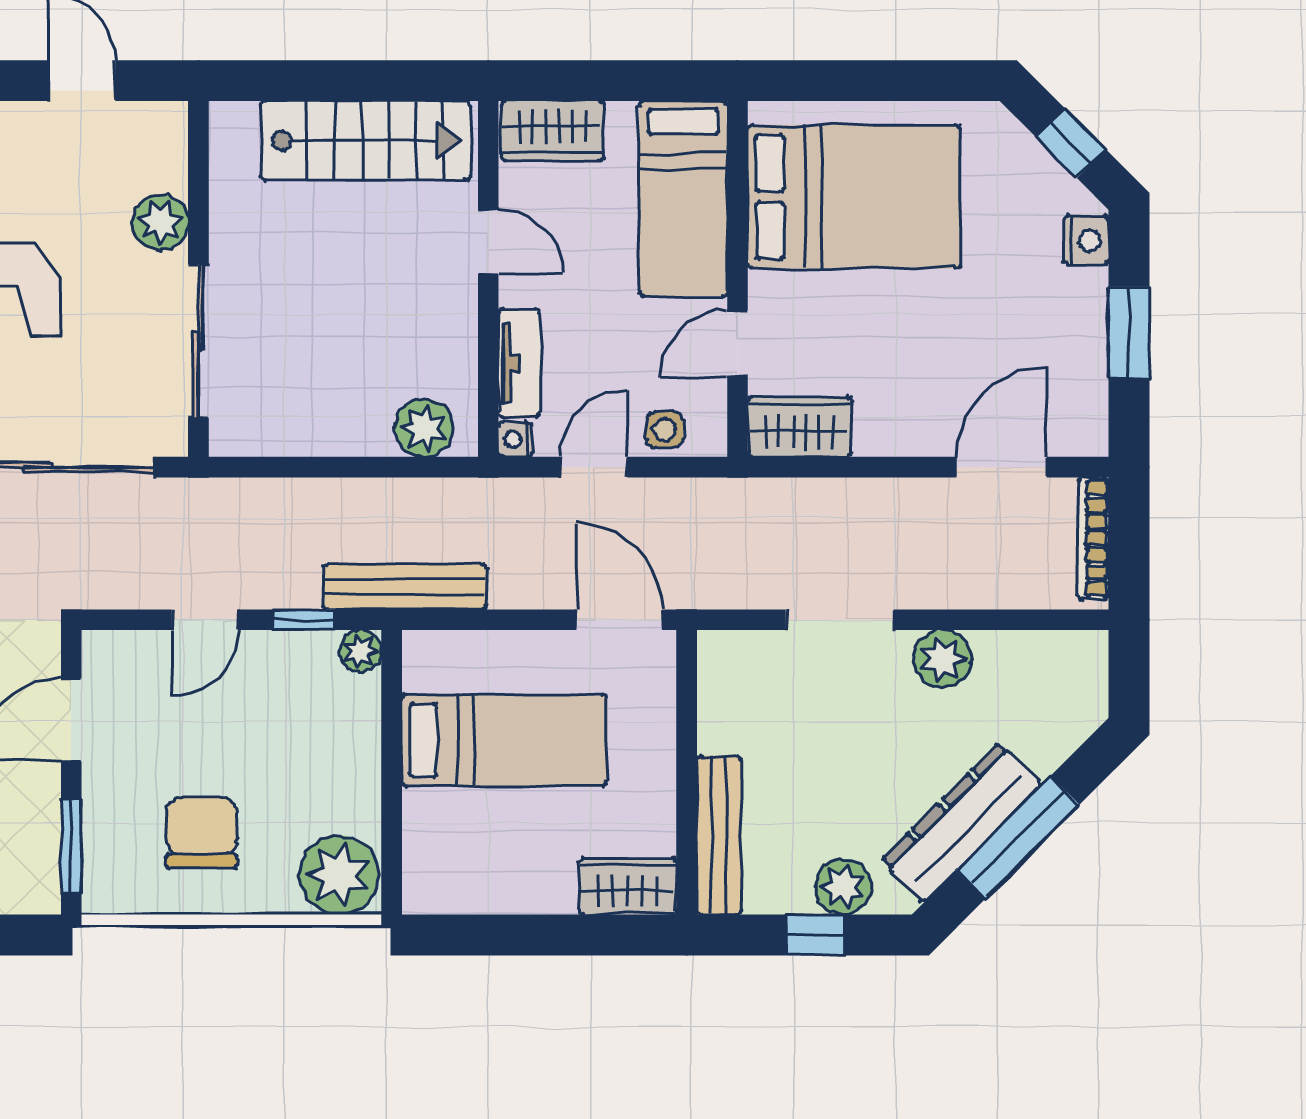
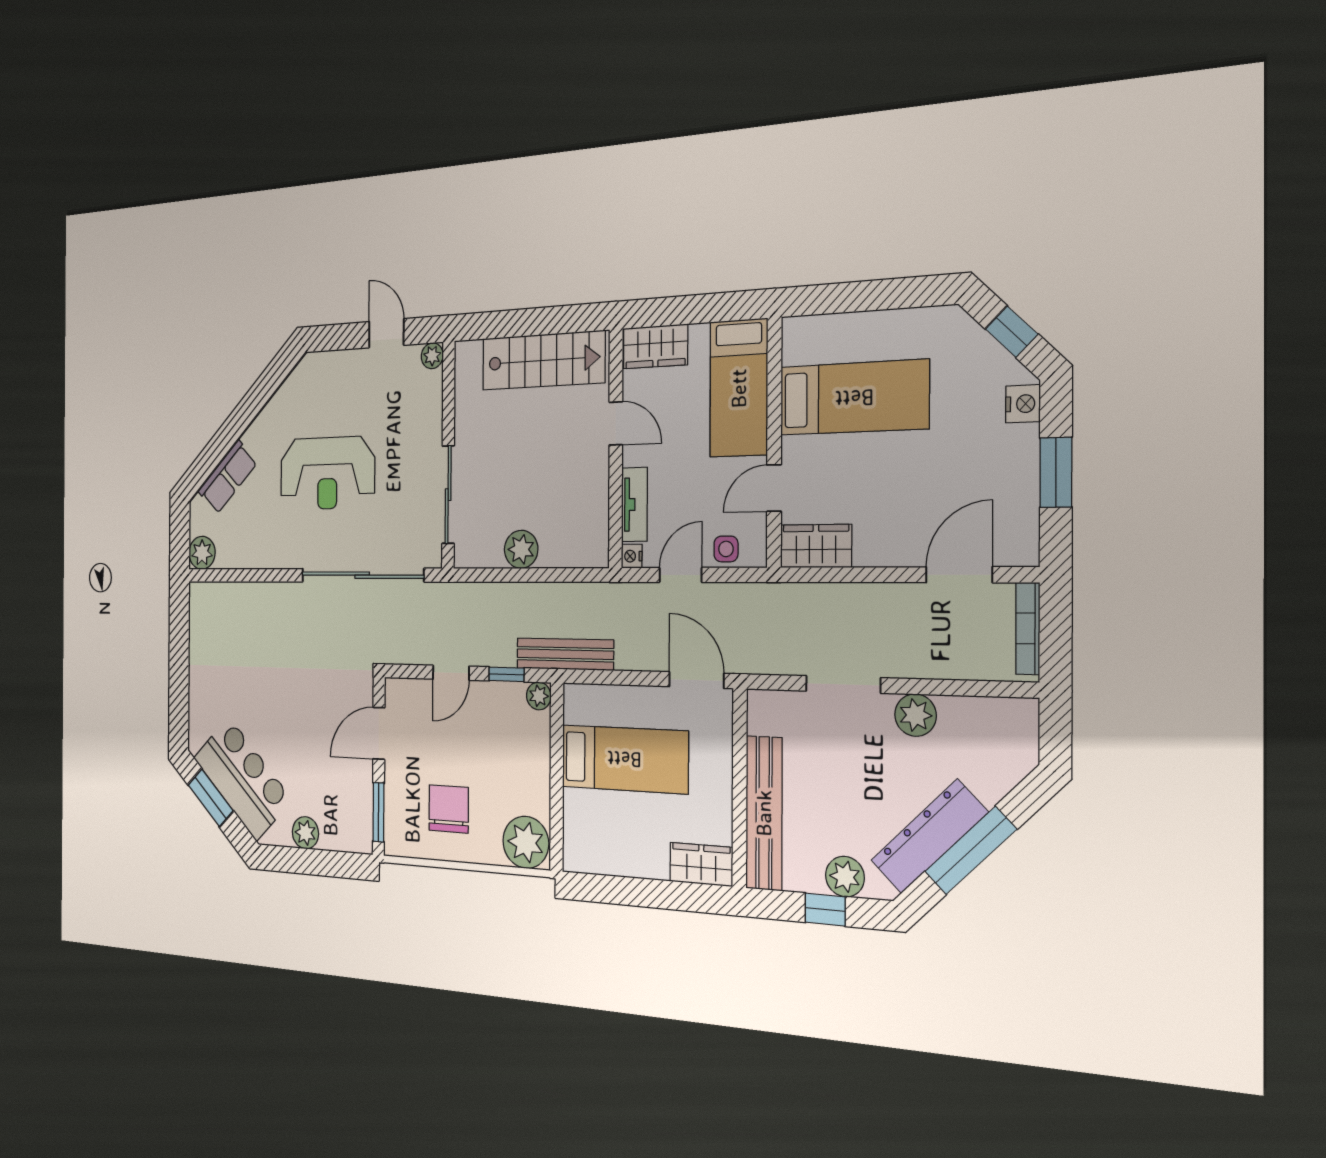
bed: (854, 197) -> (854, 398), width x0.67
plant: (160, 222) -> (432, 356), moved, width x0.73, depth x0.73
plant: (424, 428) -> (521, 549), moved
bench: (719, 835) -> (764, 813), width x1.37, depth x1.21

